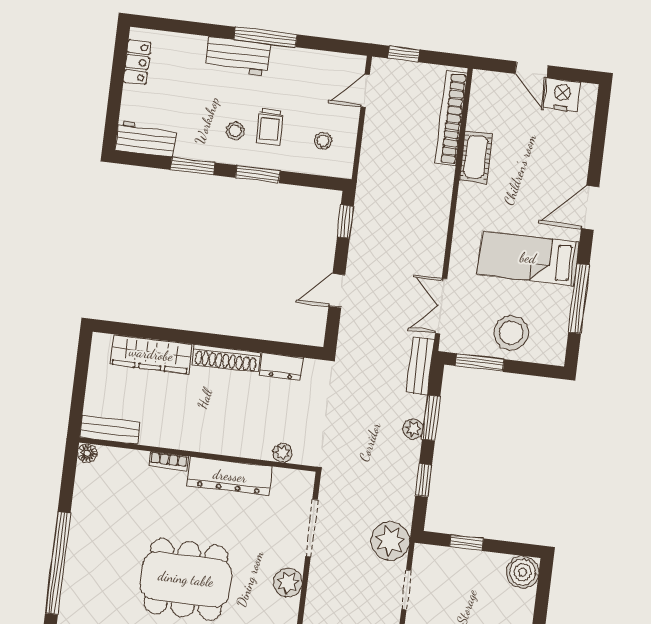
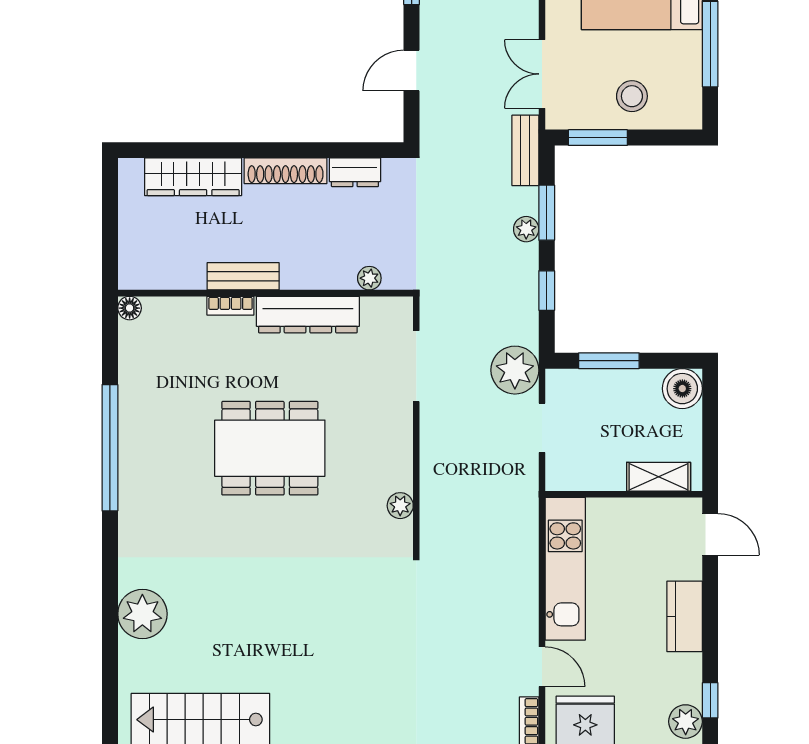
stool: (511, 333) -> (632, 96), width x0.73, depth x0.73
bench: (110, 430) -> (243, 276), moved
window: (467, 543) -> (609, 361), width x1.50
plant: (288, 582) -> (395, 437), removed

